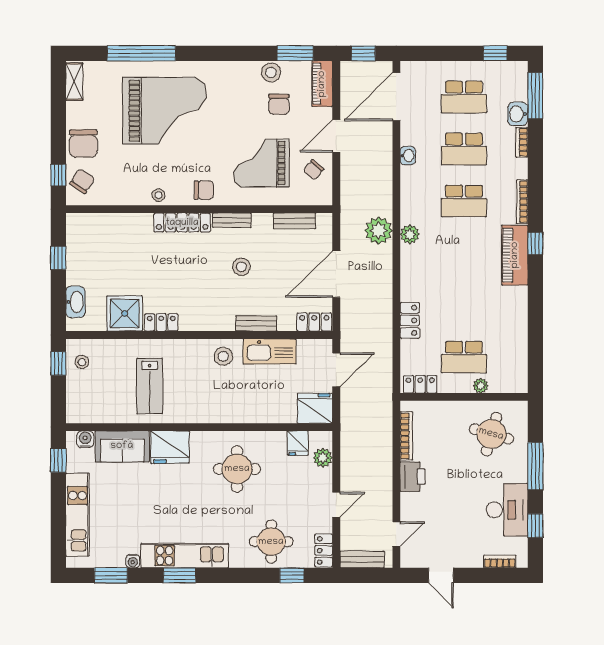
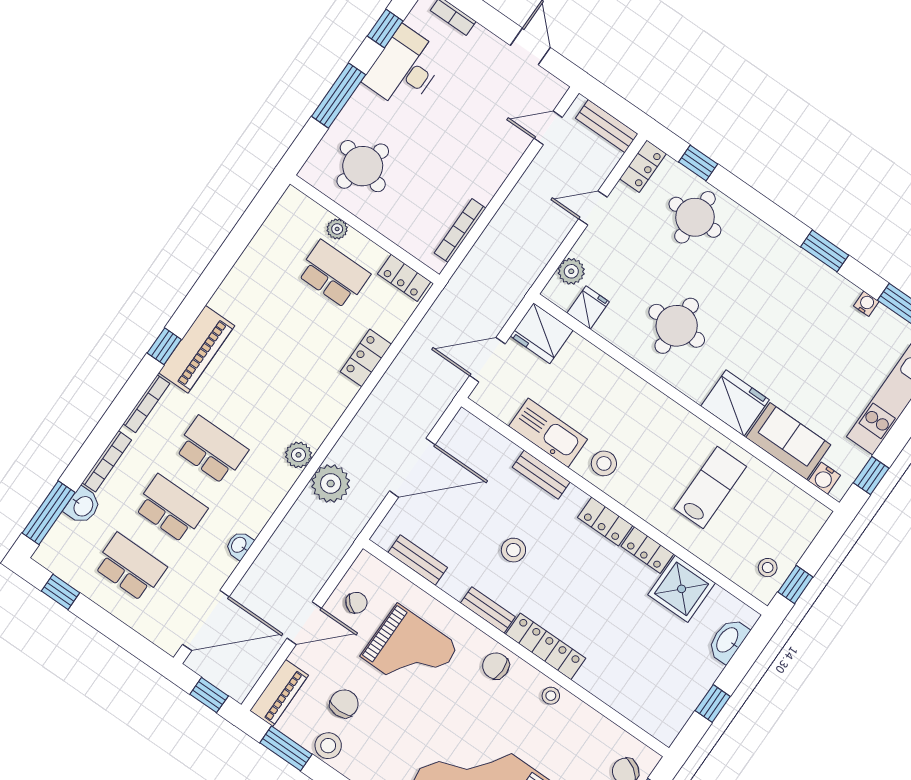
bookcase: (522, 142) -> (107, 461), width x1.56
locker: (314, 322) -> (605, 522), moved
printer: (412, 477) -> (485, 180), removed
kitchen unit: (185, 556) -> (803, 269), removed

